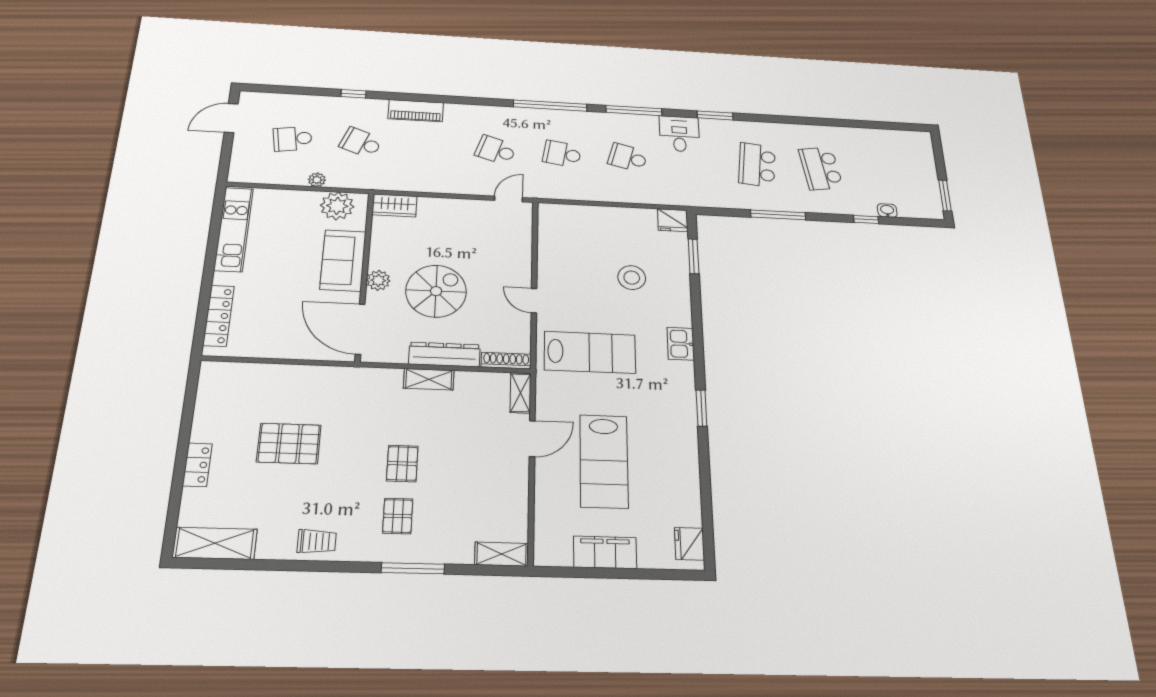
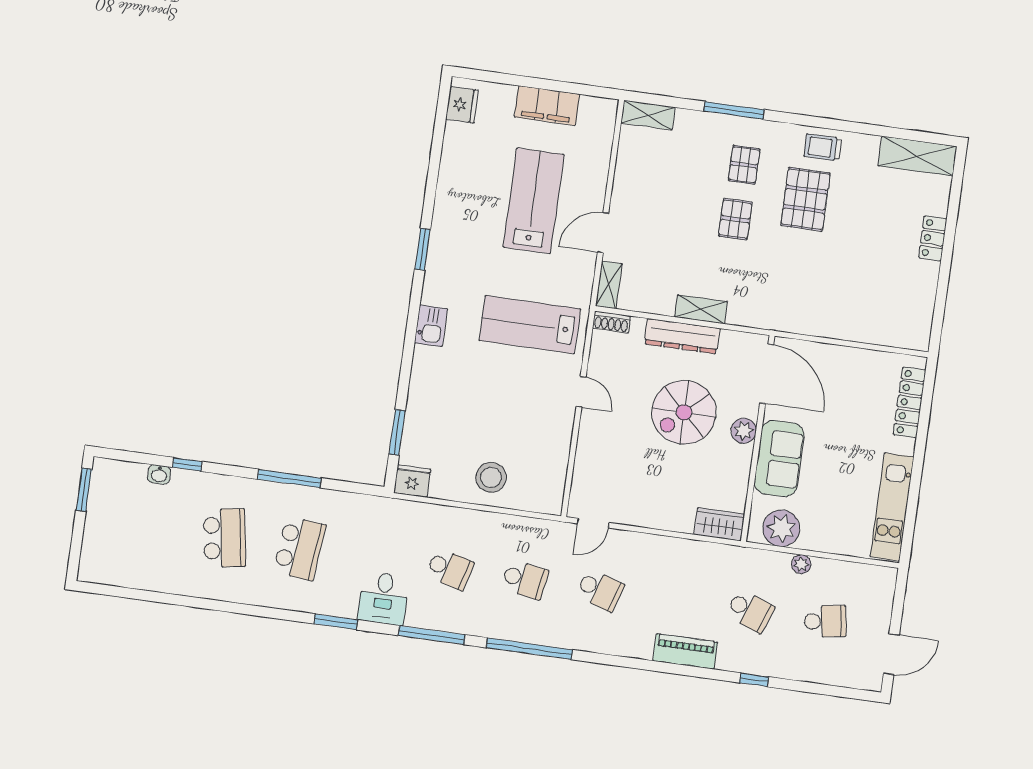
stool: (632, 278) -> (491, 477), moved
shoe rack: (506, 361) -> (611, 322), width x0.70
pallet: (289, 443) -> (805, 199), moved, turned 90

